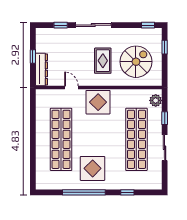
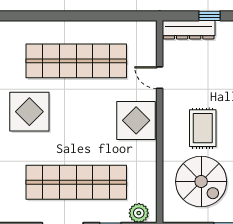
rug: (103, 61) -> (203, 128), turned 90
door: (71, 87) -> (160, 78), swing flipped

